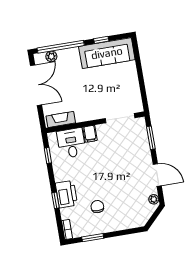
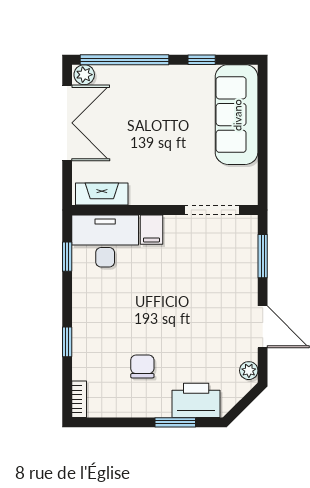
sofa: (107, 53) -> (237, 115), moved, turned 90
plant: (51, 56) -> (84, 75), moved
desk: (71, 143) -> (105, 241), width x1.37
printer: (66, 194) -> (196, 400), moved, turned -90
window: (93, 238) -> (175, 422), moved

